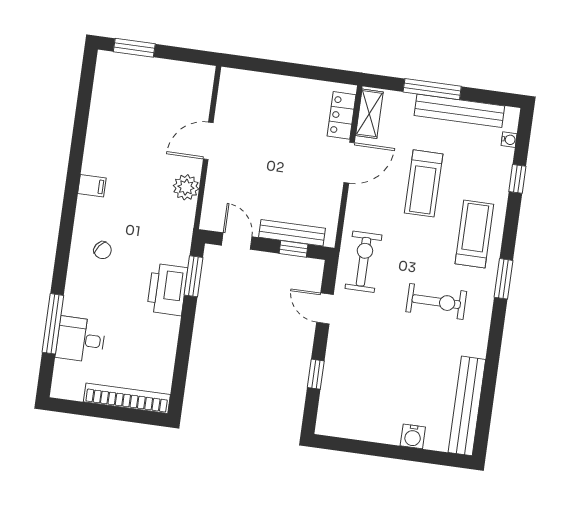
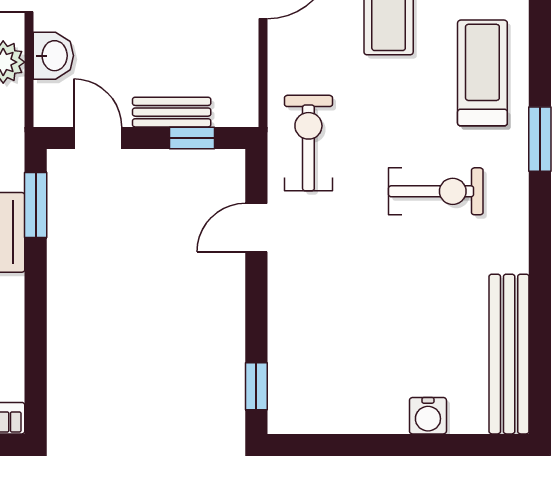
washbasin: (217, 188) -> (53, 56), added
bench: (292, 233) -> (172, 112), width x0.73
door: (325, 308) -> (256, 228), hinge flipped
window: (316, 374) -> (256, 386), moved

